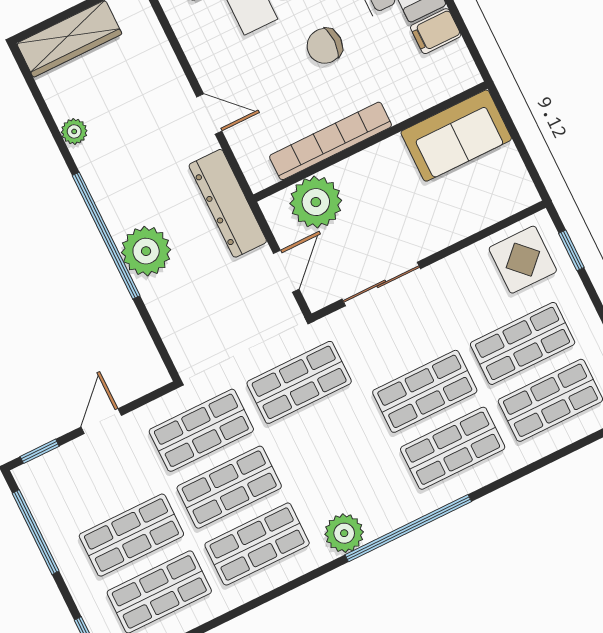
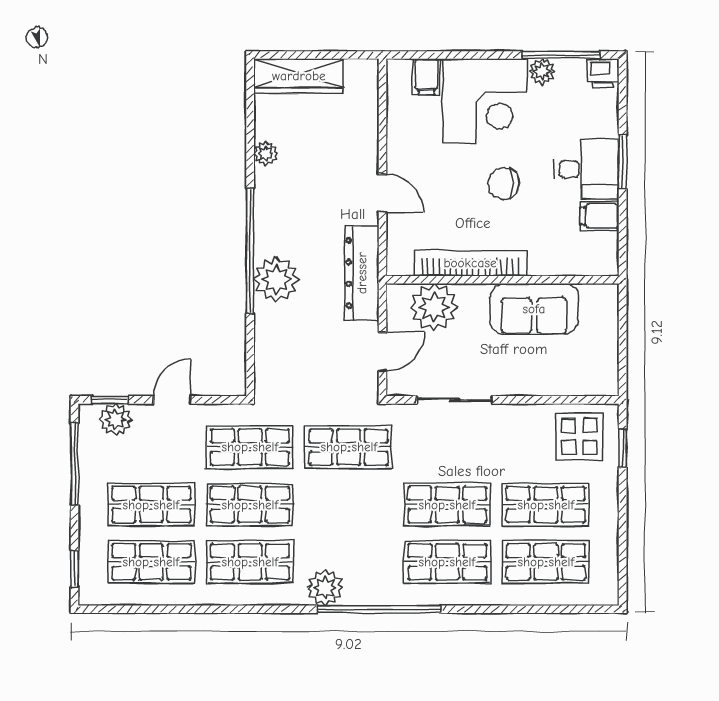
sofa: (456, 136) -> (534, 309), moved
plant: (55, 468) -> (116, 419), added

